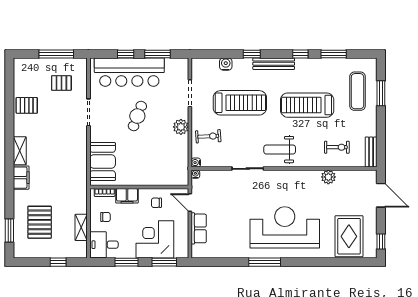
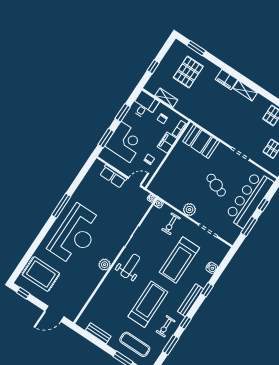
exercise bike: (337, 147) -> (166, 326), moved
bench: (371, 152) -> (98, 333), moved
plant: (328, 177) -> (105, 265), moved
pallet: (40, 222) -> (188, 72), turned 90

